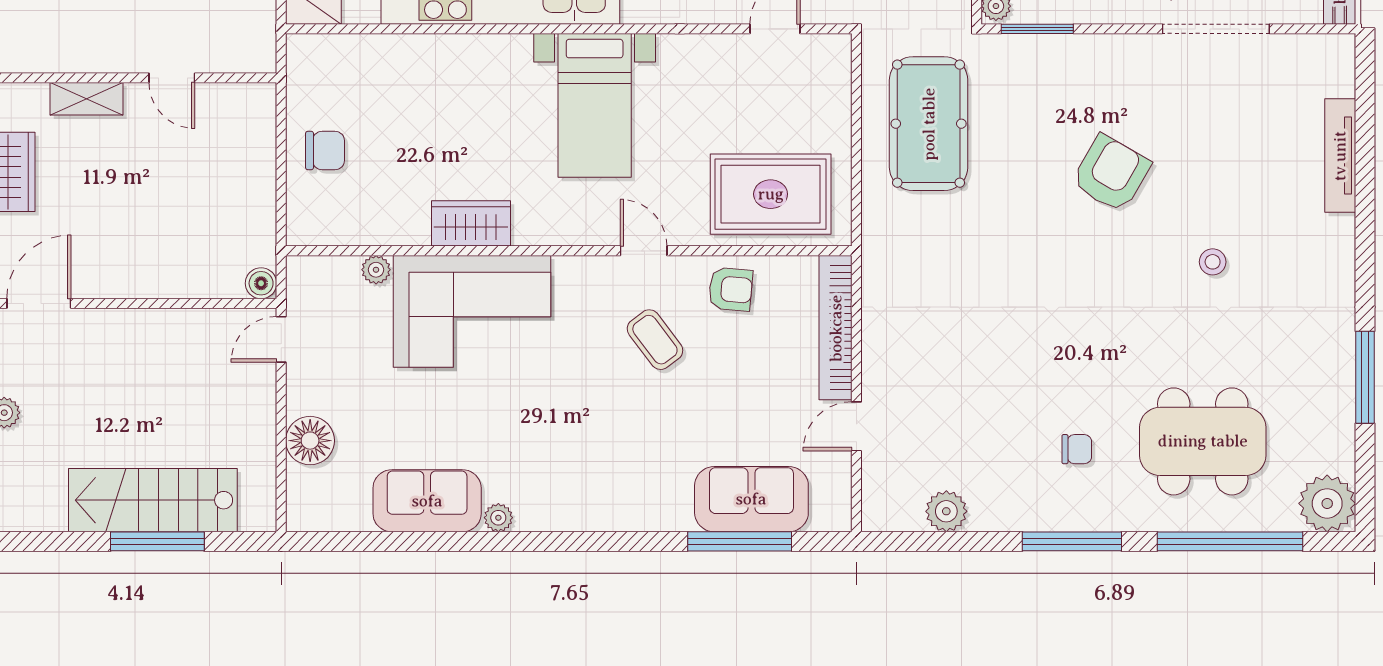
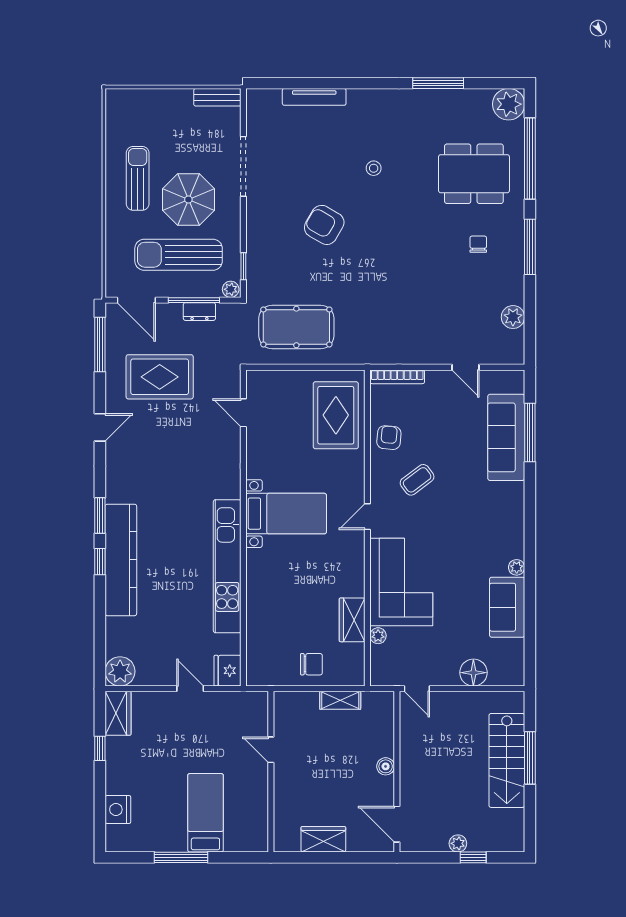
window: (1037, 29) -> (243, 266), width x0.67
door: (172, 78) -> (271, 750), swing flipped
shelving: (87, 99) -> (340, 700), moved, turned 90
chair: (325, 151) -> (311, 664), turned 90
wardrobe: (471, 223) -> (352, 620), moved
door: (644, 251) -> (367, 517), moved
boiler: (261, 283) -> (386, 766), moved
bookcase: (836, 328) -> (397, 377), width x0.68, depth x0.76
dining table: (1203, 441) -> (474, 174), turned 90
sofa: (751, 499) -> (506, 437), width x1.36

